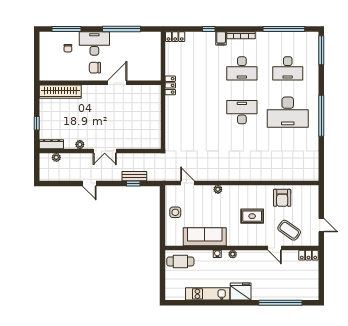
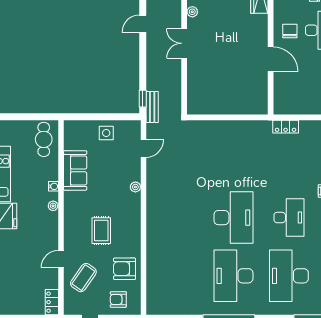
desk: (242, 68) -> (289, 218), turned 180
desk: (288, 68) -> (289, 276), width x1.36, depth x1.30
locker: (170, 85) -> (286, 127), moved
desk: (242, 112) -> (233, 218), width x1.36, depth x1.30
bench: (134, 176) -> (152, 107), moved
window: (133, 183) -> (143, 99), moved
armchair: (306, 203) -> (118, 299), added
sofa: (205, 237) -> (75, 170), width x0.73

